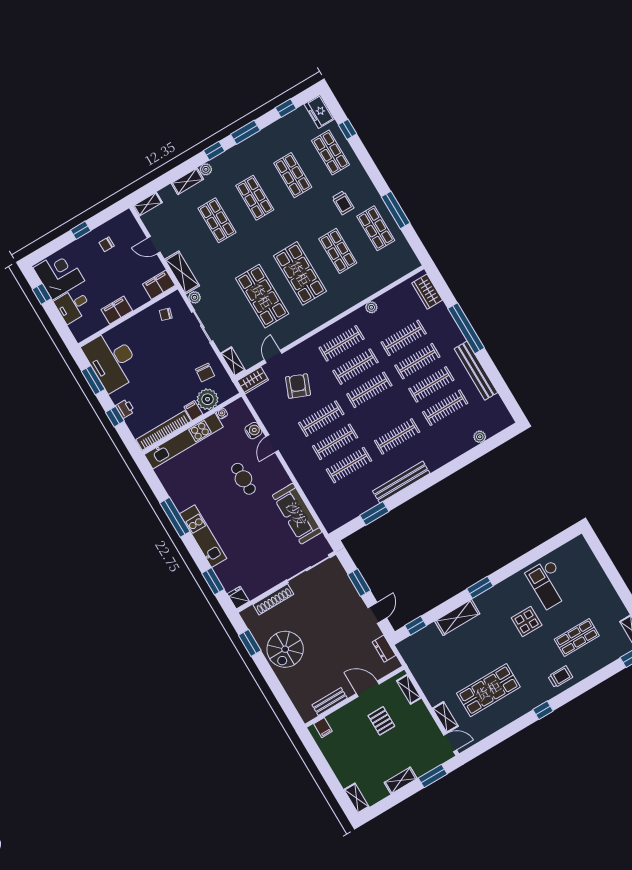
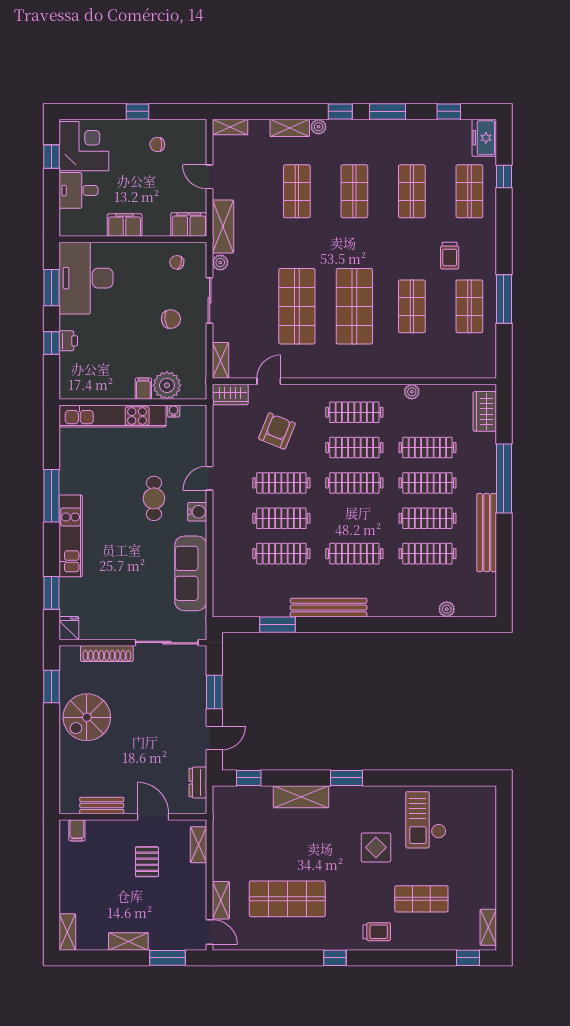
chair: (205, 372) -> (171, 319), moved, turned -102
bookcase: (164, 430) -> (97, 391), removed
water cooler: (253, 431) -> (197, 512), moved

